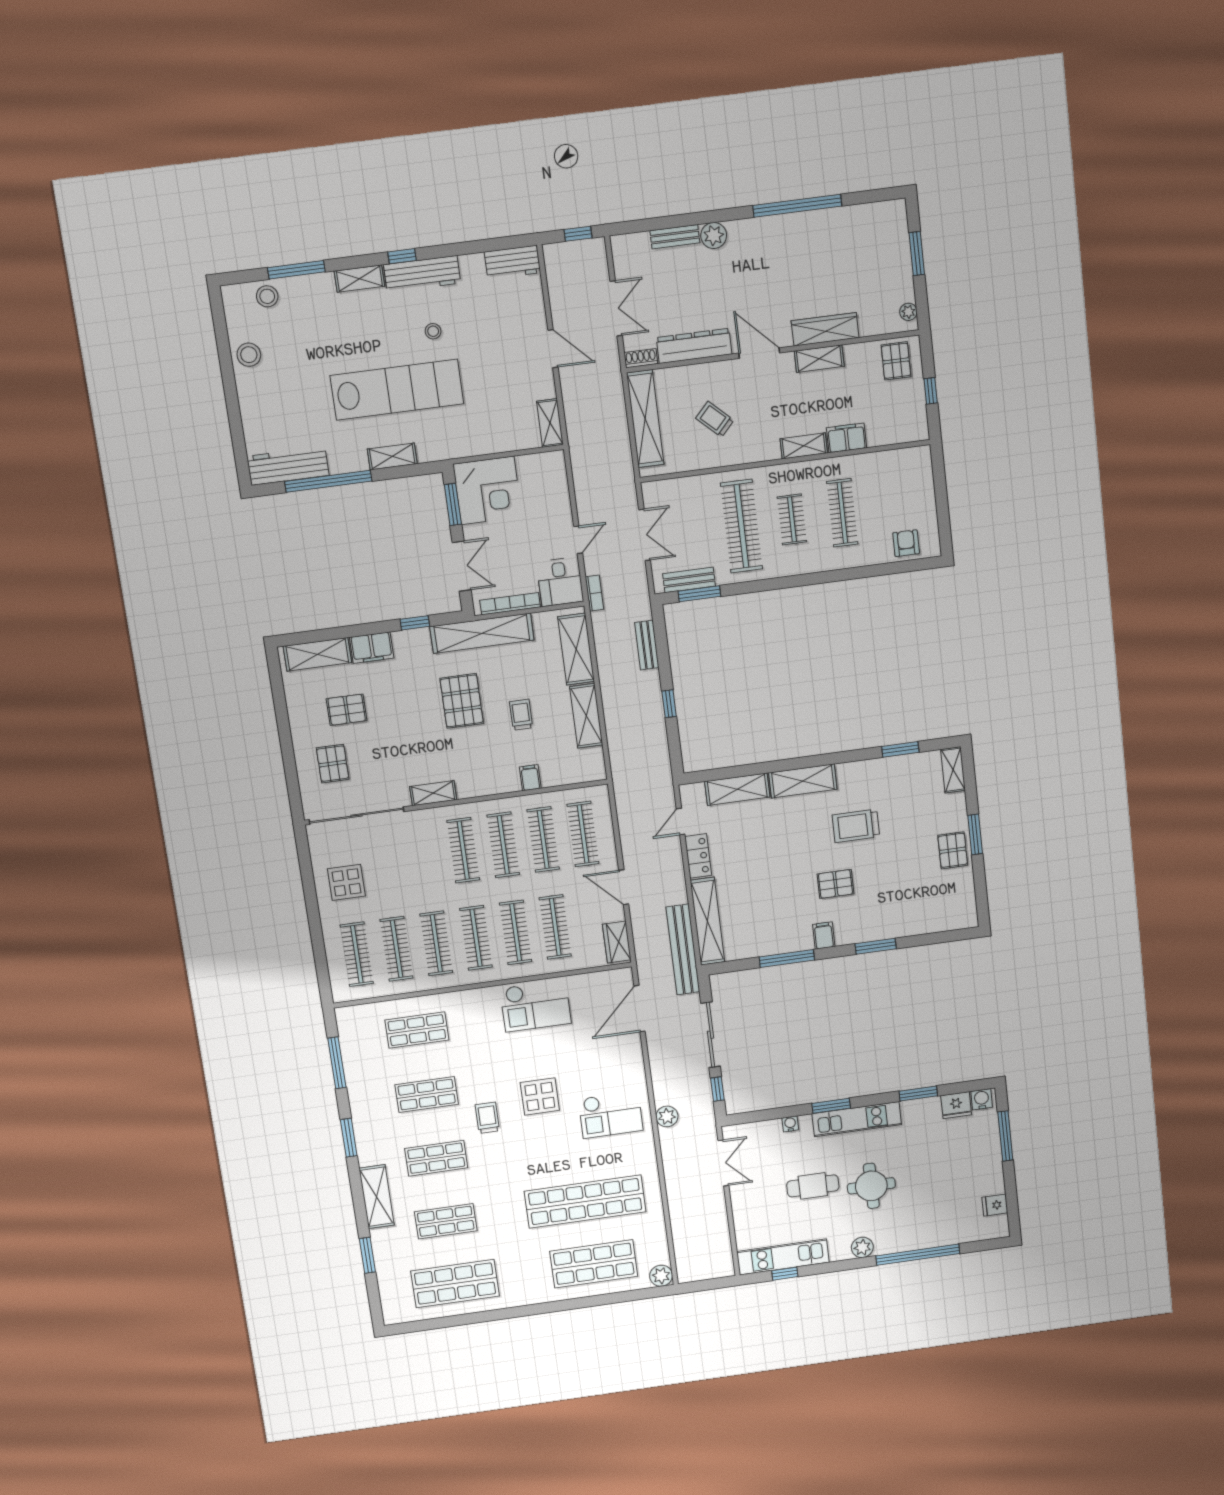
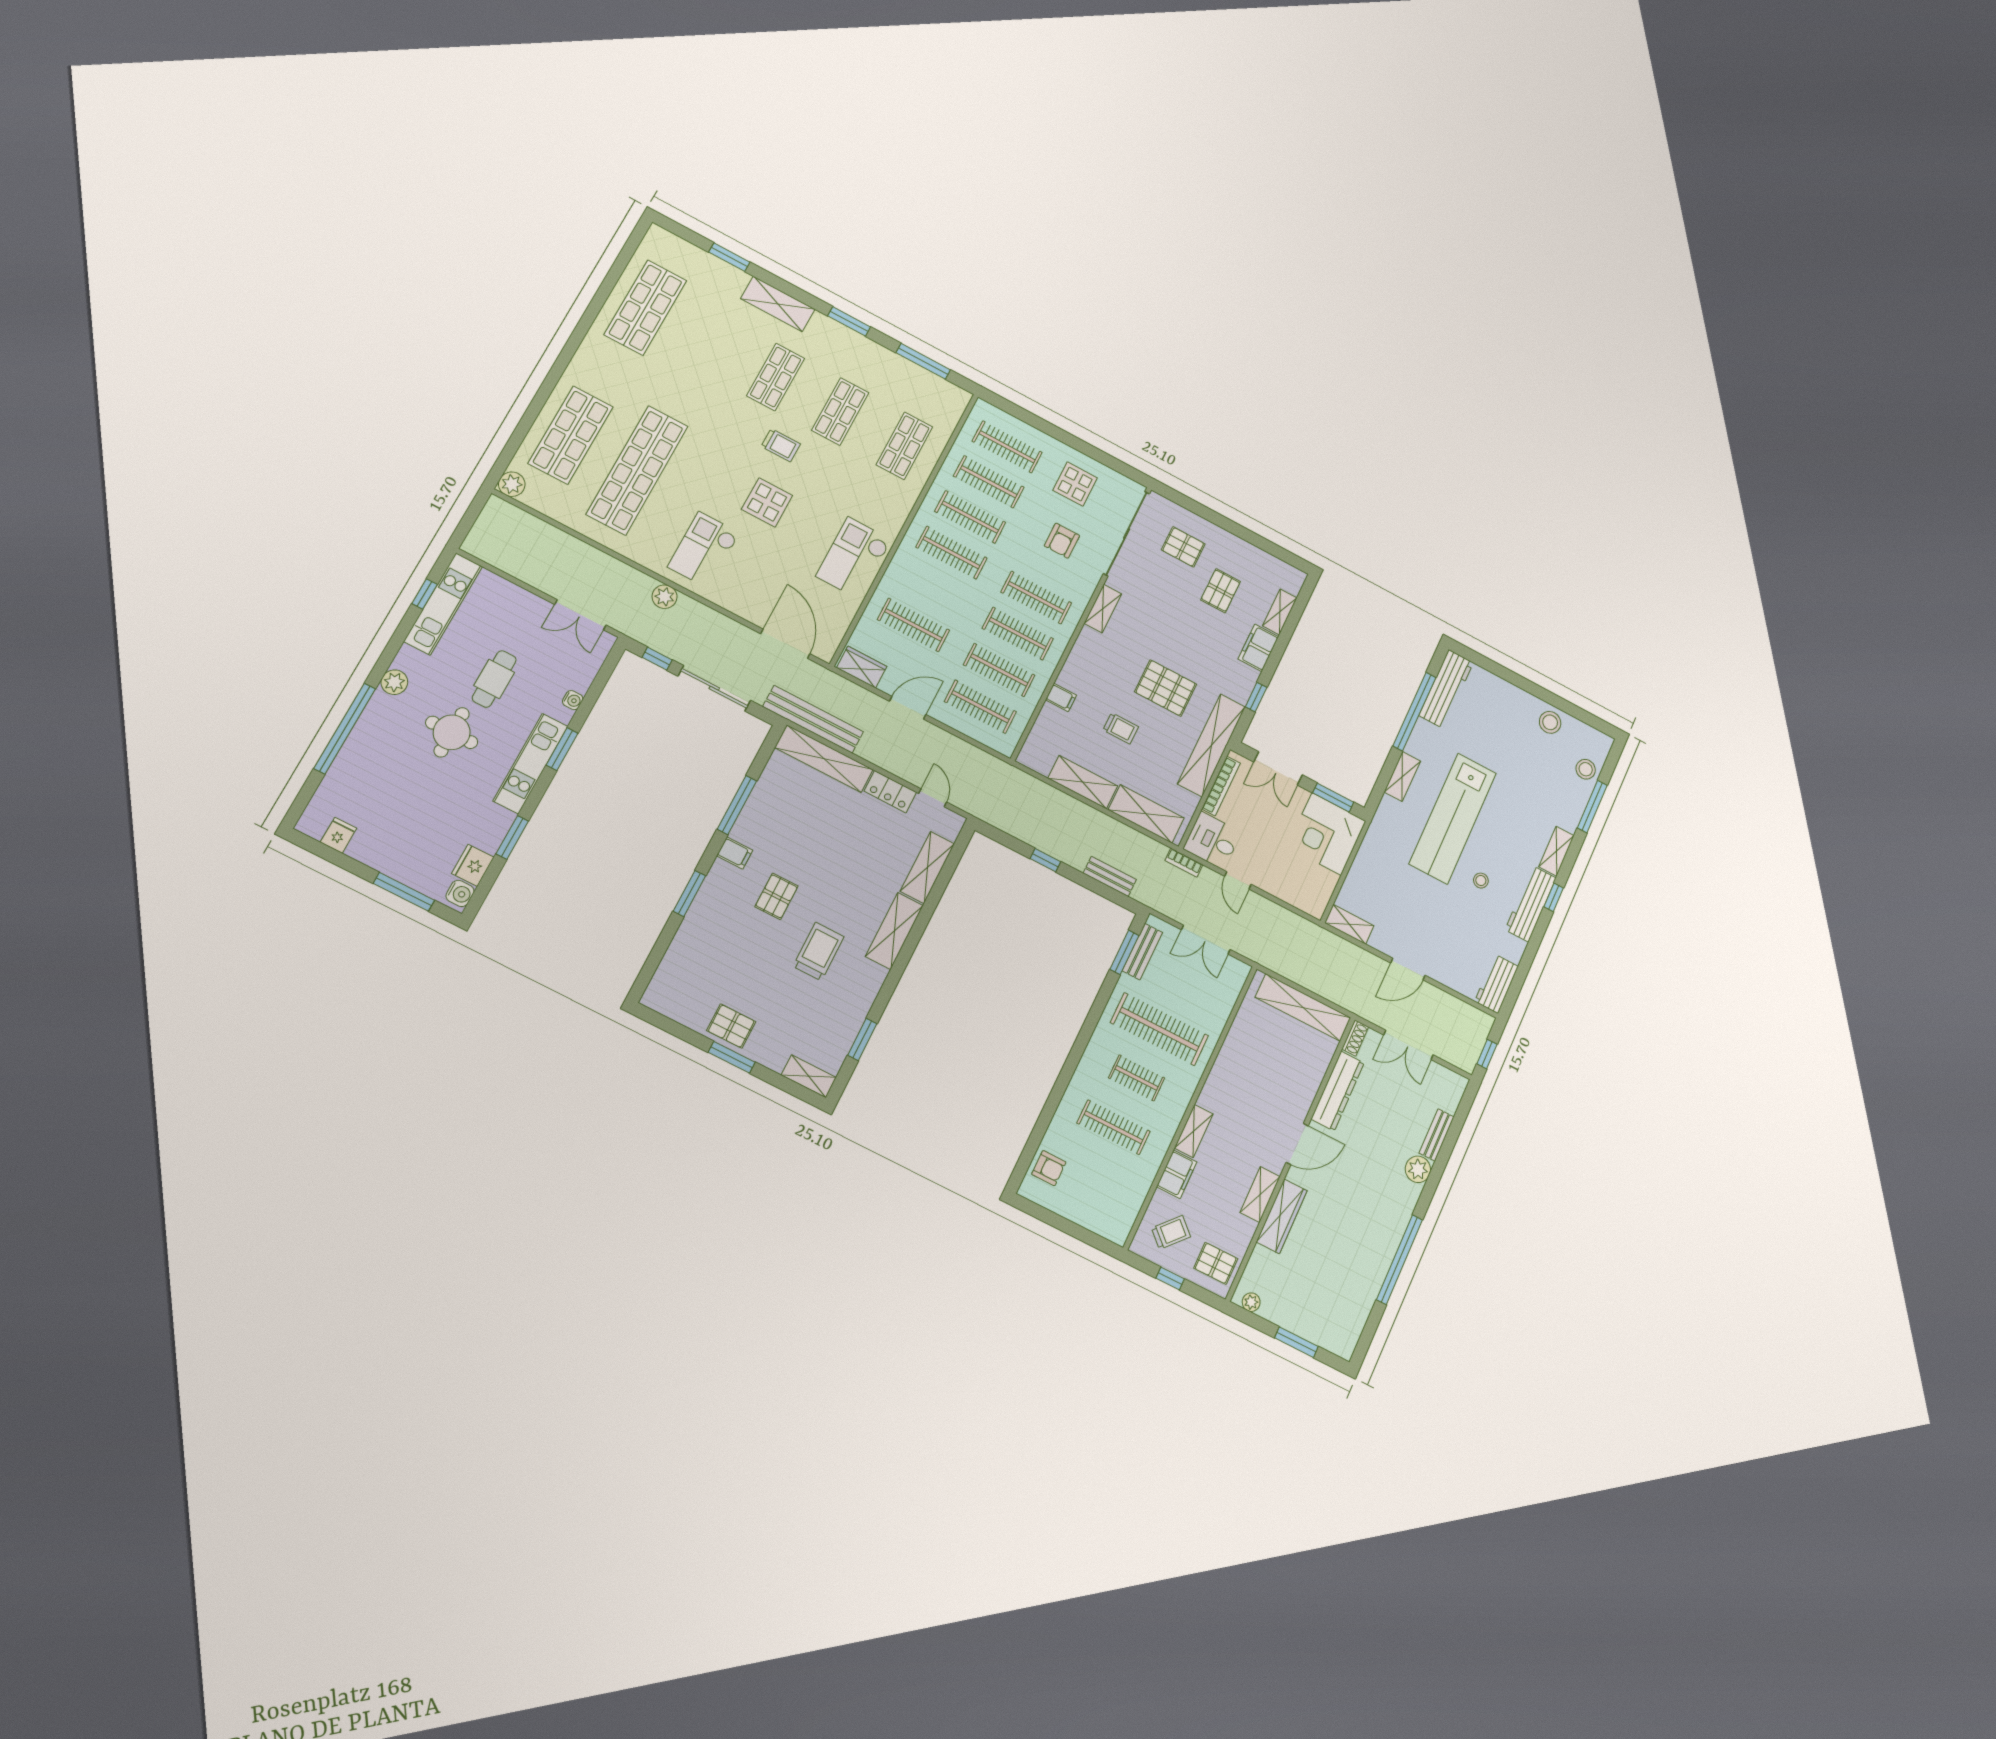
trolley: (715, 419) -> (1171, 1232), moved
shelving: (317, 654) -> (1280, 612), width x0.67, depth x0.75
armchair: (401, 862) -> (1062, 541), added
clothes rail: (516, 932) -> (933, 589), removed
shop shelf: (446, 1221) -> (711, 342), removed

